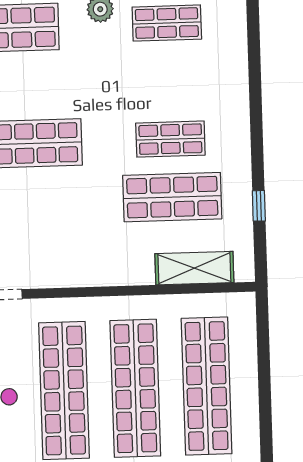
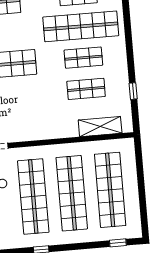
shop shelf: (169, 81) -> (81, 26), added
shop shelf: (172, 197) -> (86, 89), width x0.70, depth x0.74

